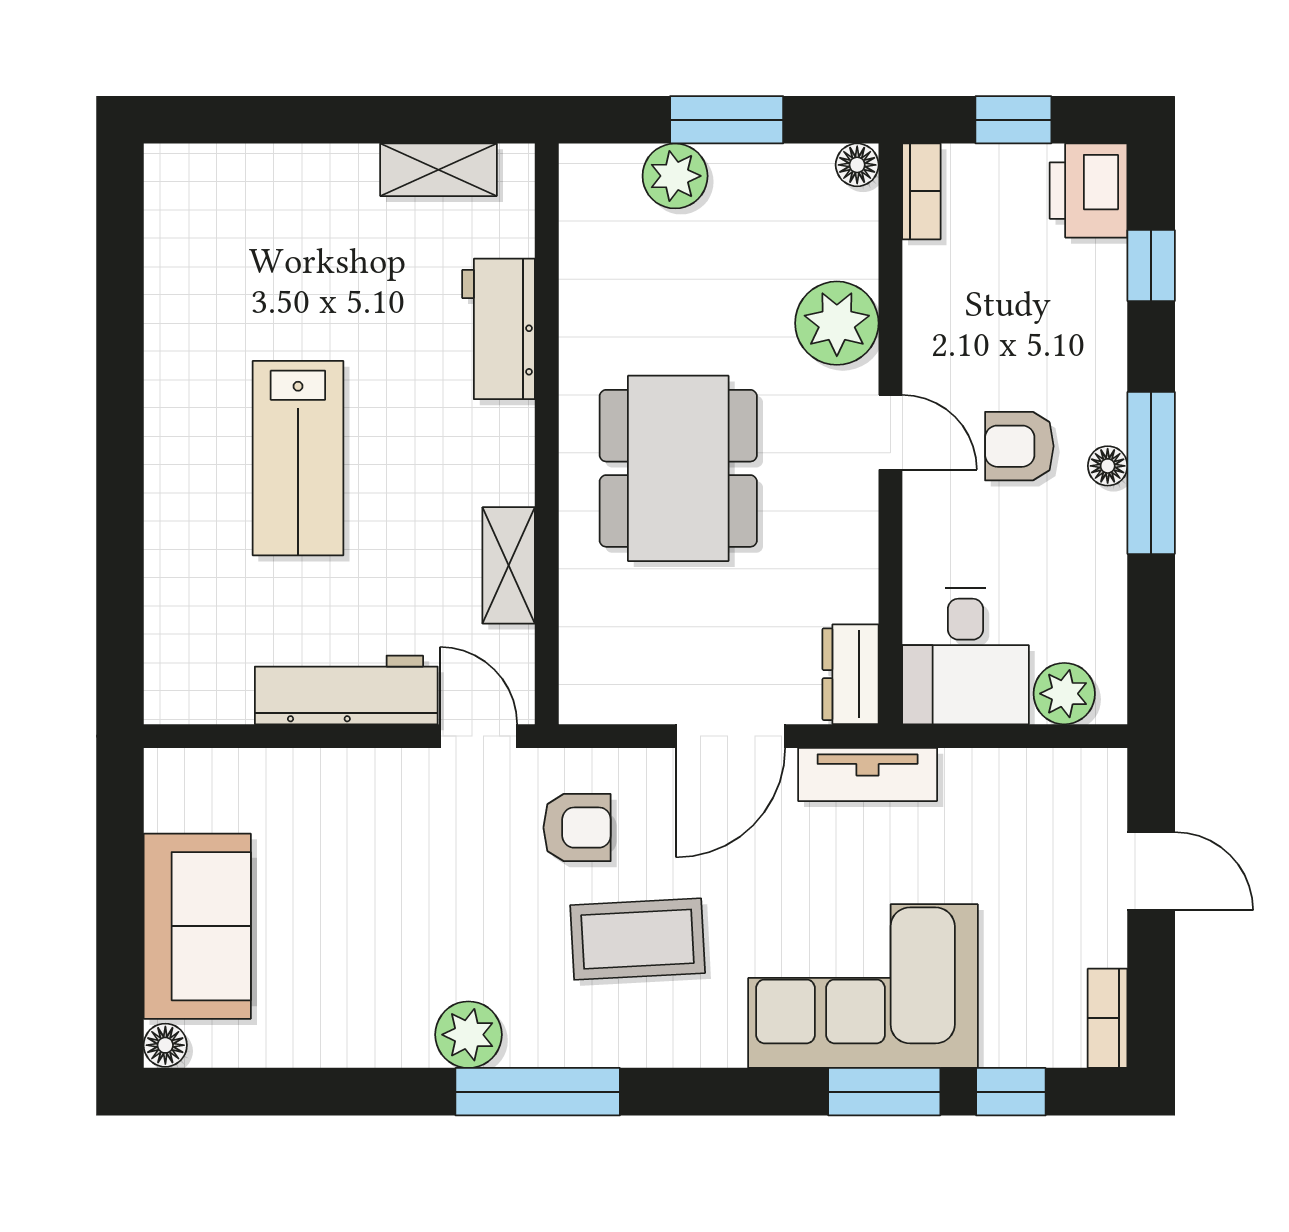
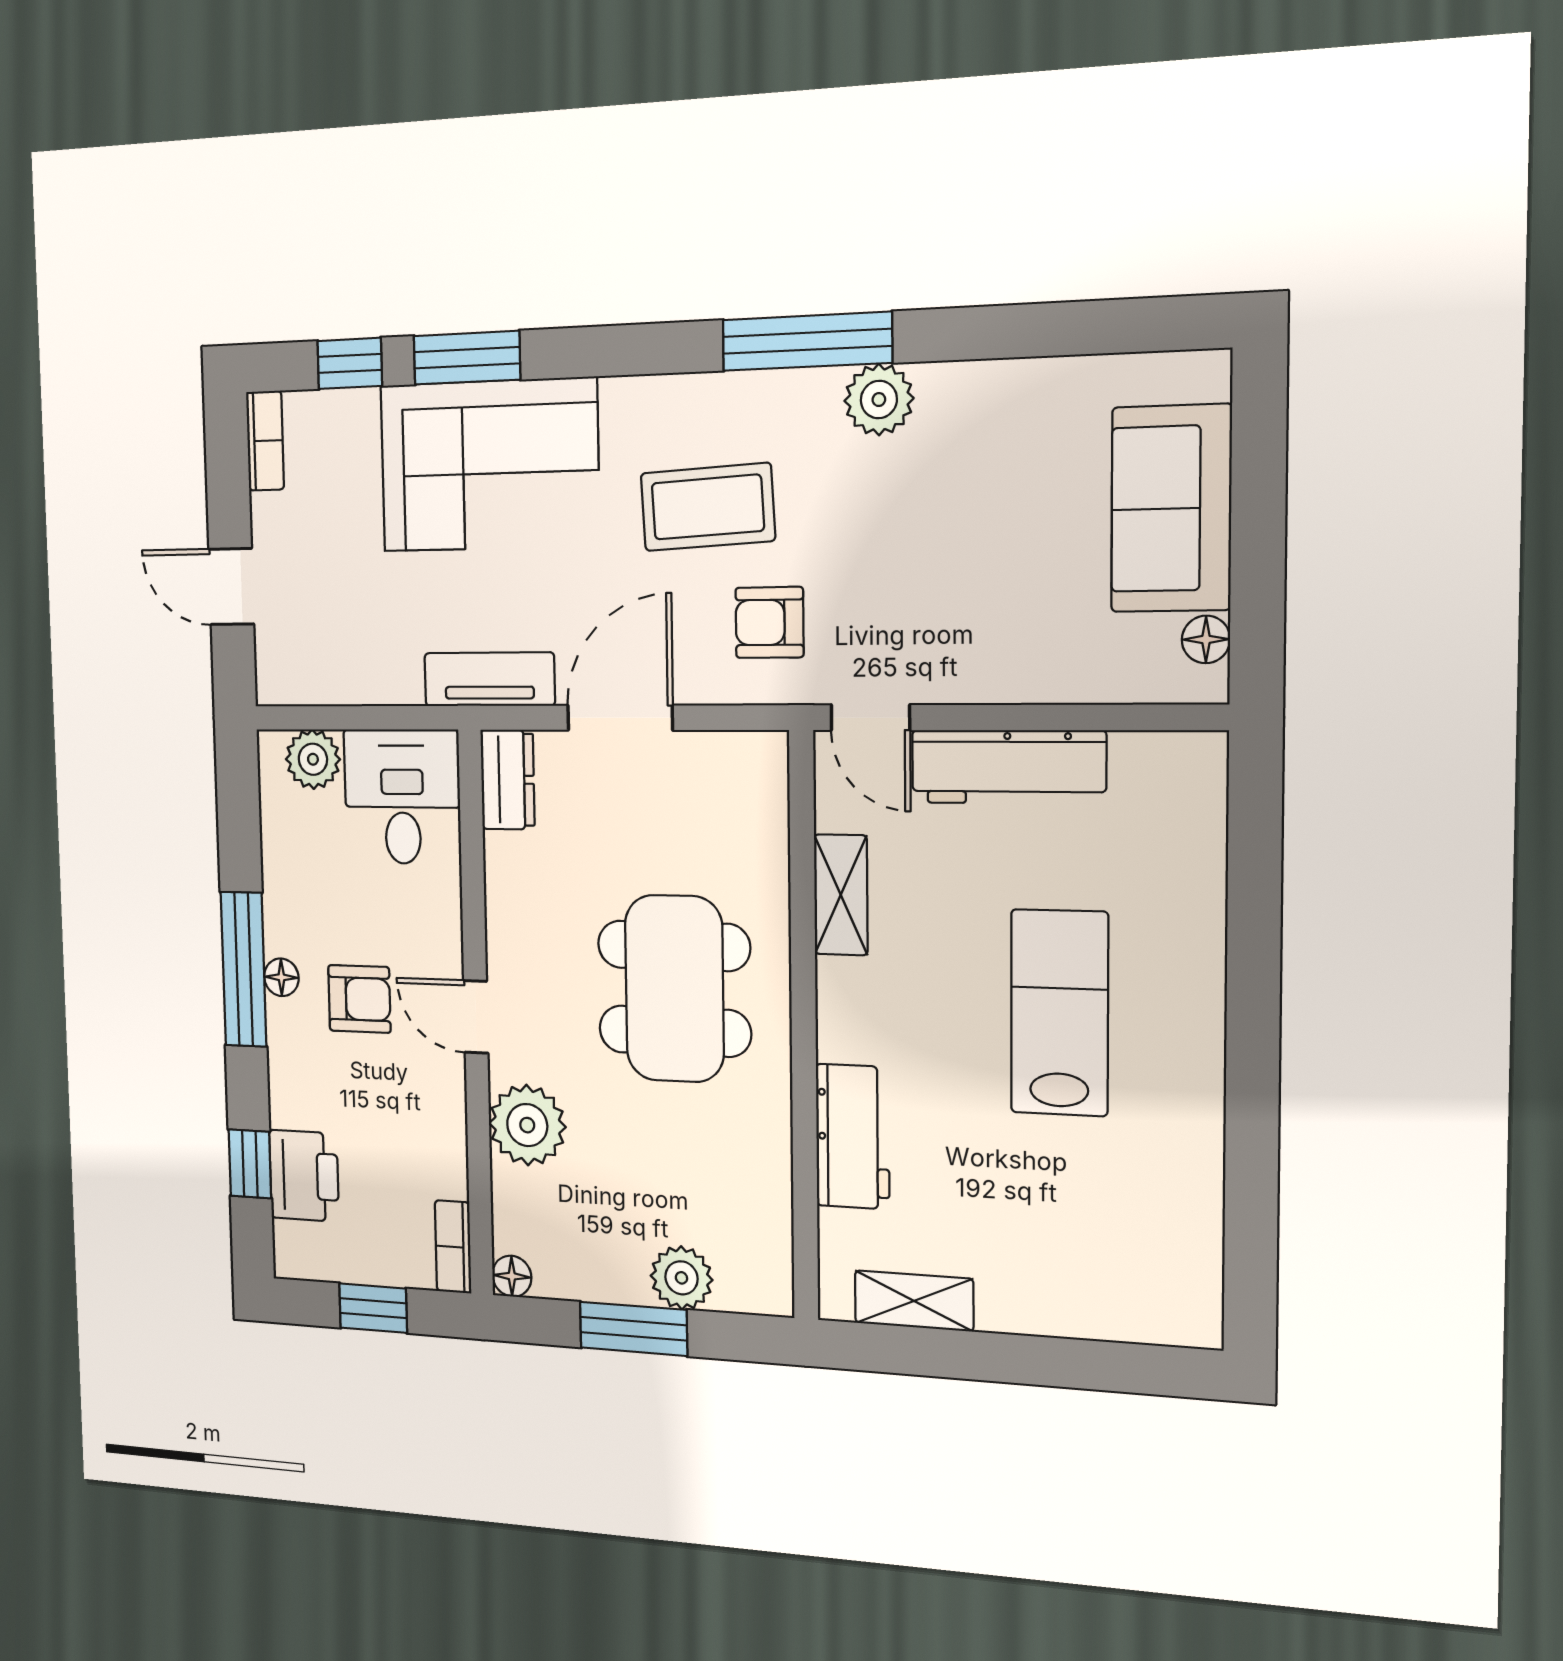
printer: (1089, 191) -> (304, 1176), moved
floor lamp: (165, 1045) -> (1206, 639), moved

